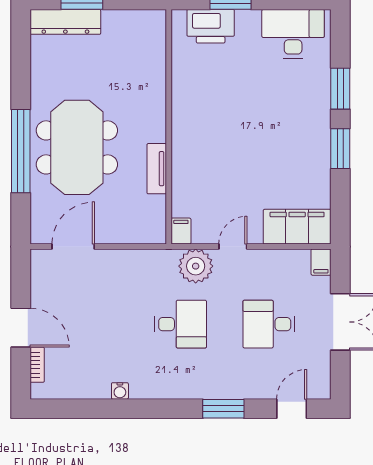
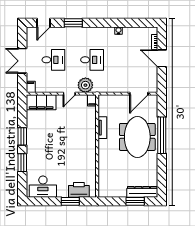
desk: (180, 324) -> (92, 60), turned 180

